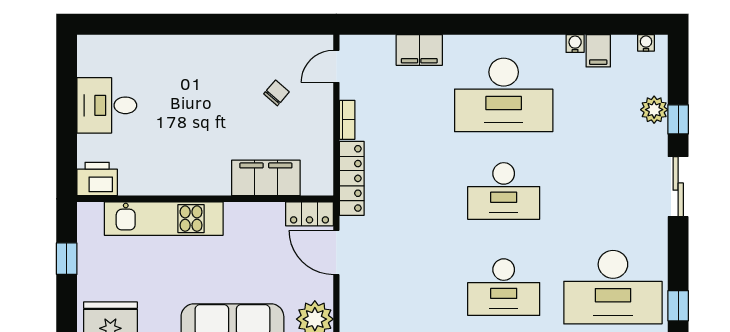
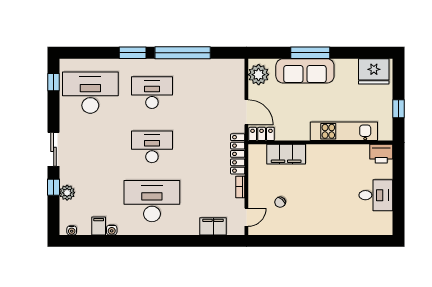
filing cabinet: (419, 50) -> (213, 226), moved

